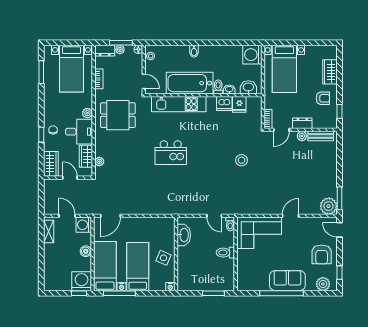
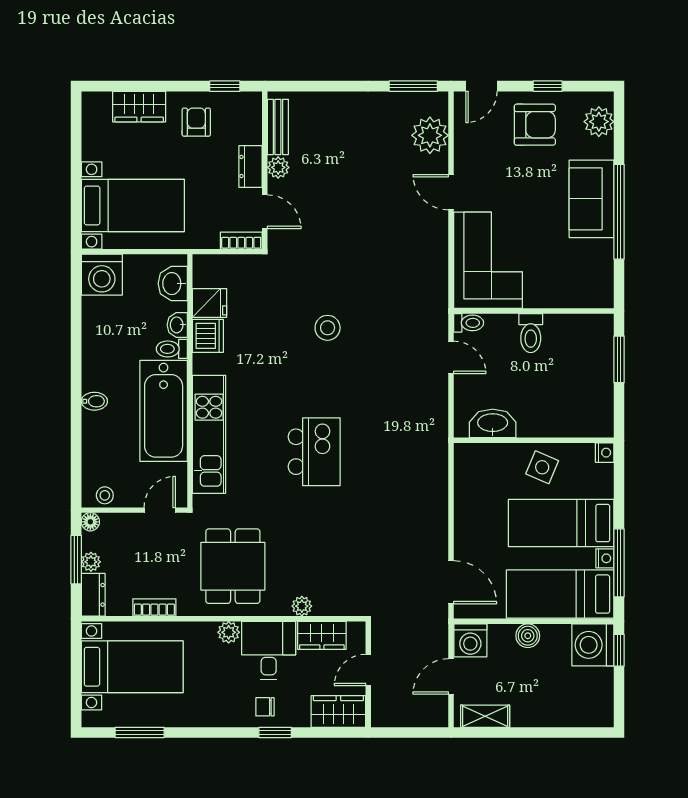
stool: (242, 160) -> (328, 328), moved
plant: (99, 162) -> (302, 606), moved
plant: (329, 206) -> (430, 135), moved
door: (214, 216) -> (451, 357), hinge flipped
window: (339, 273) -> (548, 86), moved

